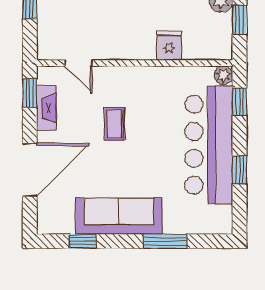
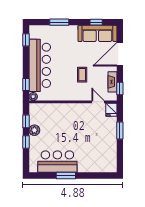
fridge: (169, 46) -> (111, 110), moved
window: (240, 170) -> (26, 40), moved
sofa: (119, 216) -> (97, 33), moved

